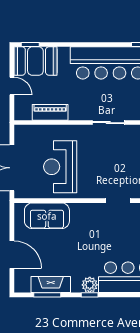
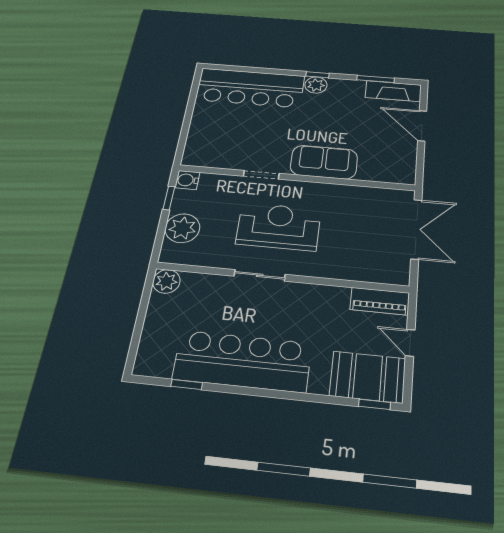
piano: (50, 112) -> (380, 301), moved
reception desk: (60, 167) -> (279, 227), moved, turned -90
sofa: (47, 216) -> (324, 162), moved
fireplace: (51, 285) -> (393, 91), moved

